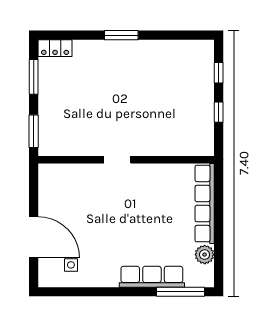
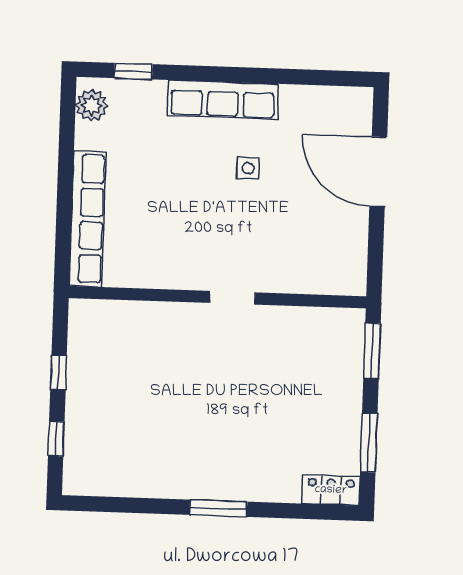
plant: (205, 255) -> (92, 105), moved
side table: (71, 265) -> (248, 168), moved
row of seats: (152, 277) -> (223, 100), moved
window: (180, 292) -> (133, 71), width x0.46

